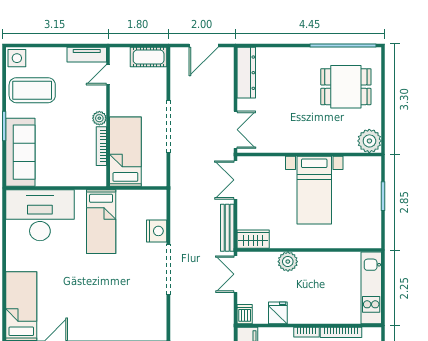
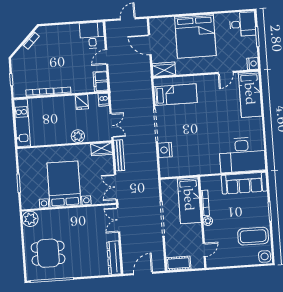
tv unit: (87, 55) -> (219, 262), removed
sofa: (20, 152) -> (244, 183), moved, turned -90
double door: (235, 180) -> (116, 187), swing flipped
bed with nightstands: (314, 190) -> (64, 184), width x1.36
bed: (101, 222) -> (176, 95), moved, turned 90

